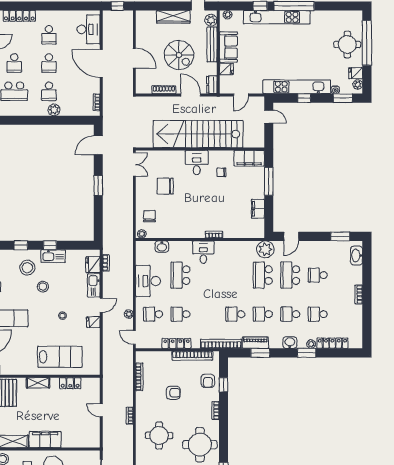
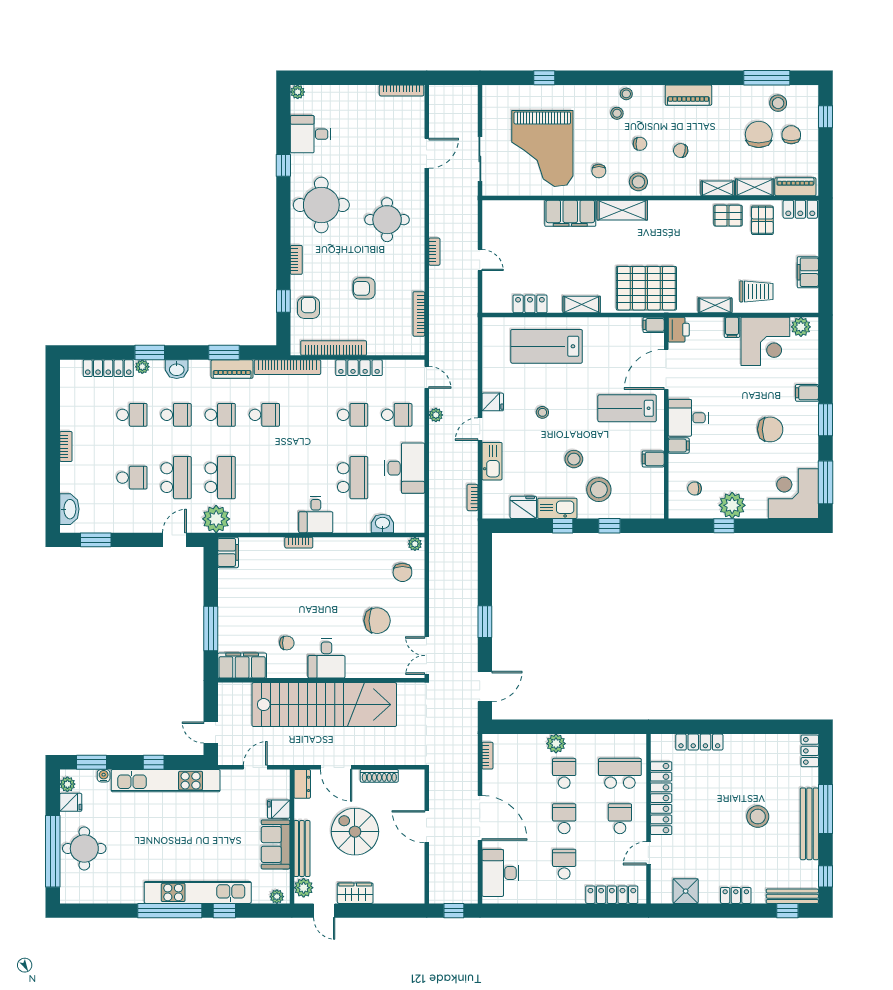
wardrobe: (173, 17) -> (355, 893), width x0.67
filing cabinet: (258, 209) -> (228, 552), moved
fridge: (93, 265) -> (523, 507), moved, turned -90

